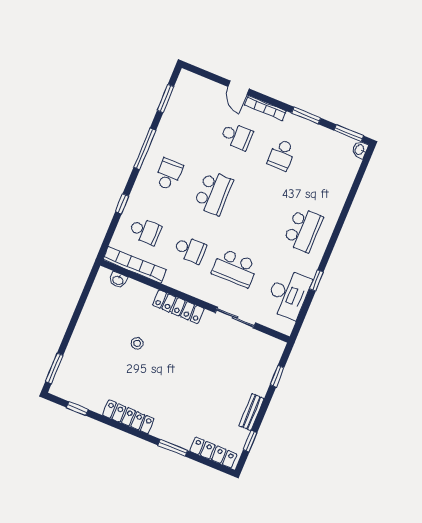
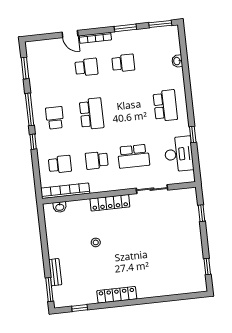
washbasin: (360, 150) -> (177, 61), moved
school desk: (282, 155) -> (123, 63), turned -90
window: (122, 204) -> (33, 142), moved
school desk: (190, 250) -> (97, 160), turned 180
bench: (251, 412) -> (55, 272), moved
window: (173, 448) -> (158, 299), removed
locker: (213, 453) -> (187, 288), removed

